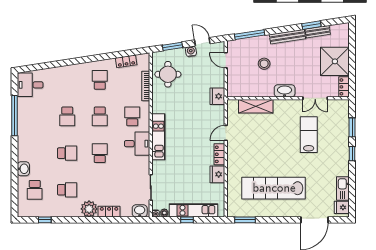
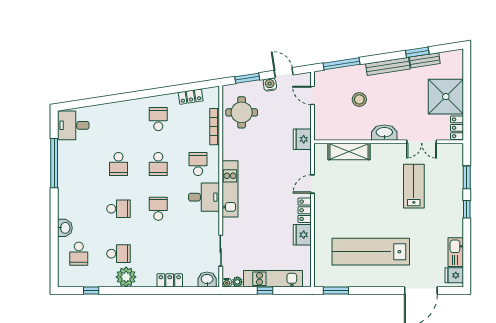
plant: (89, 209) -> (126, 277), moved

